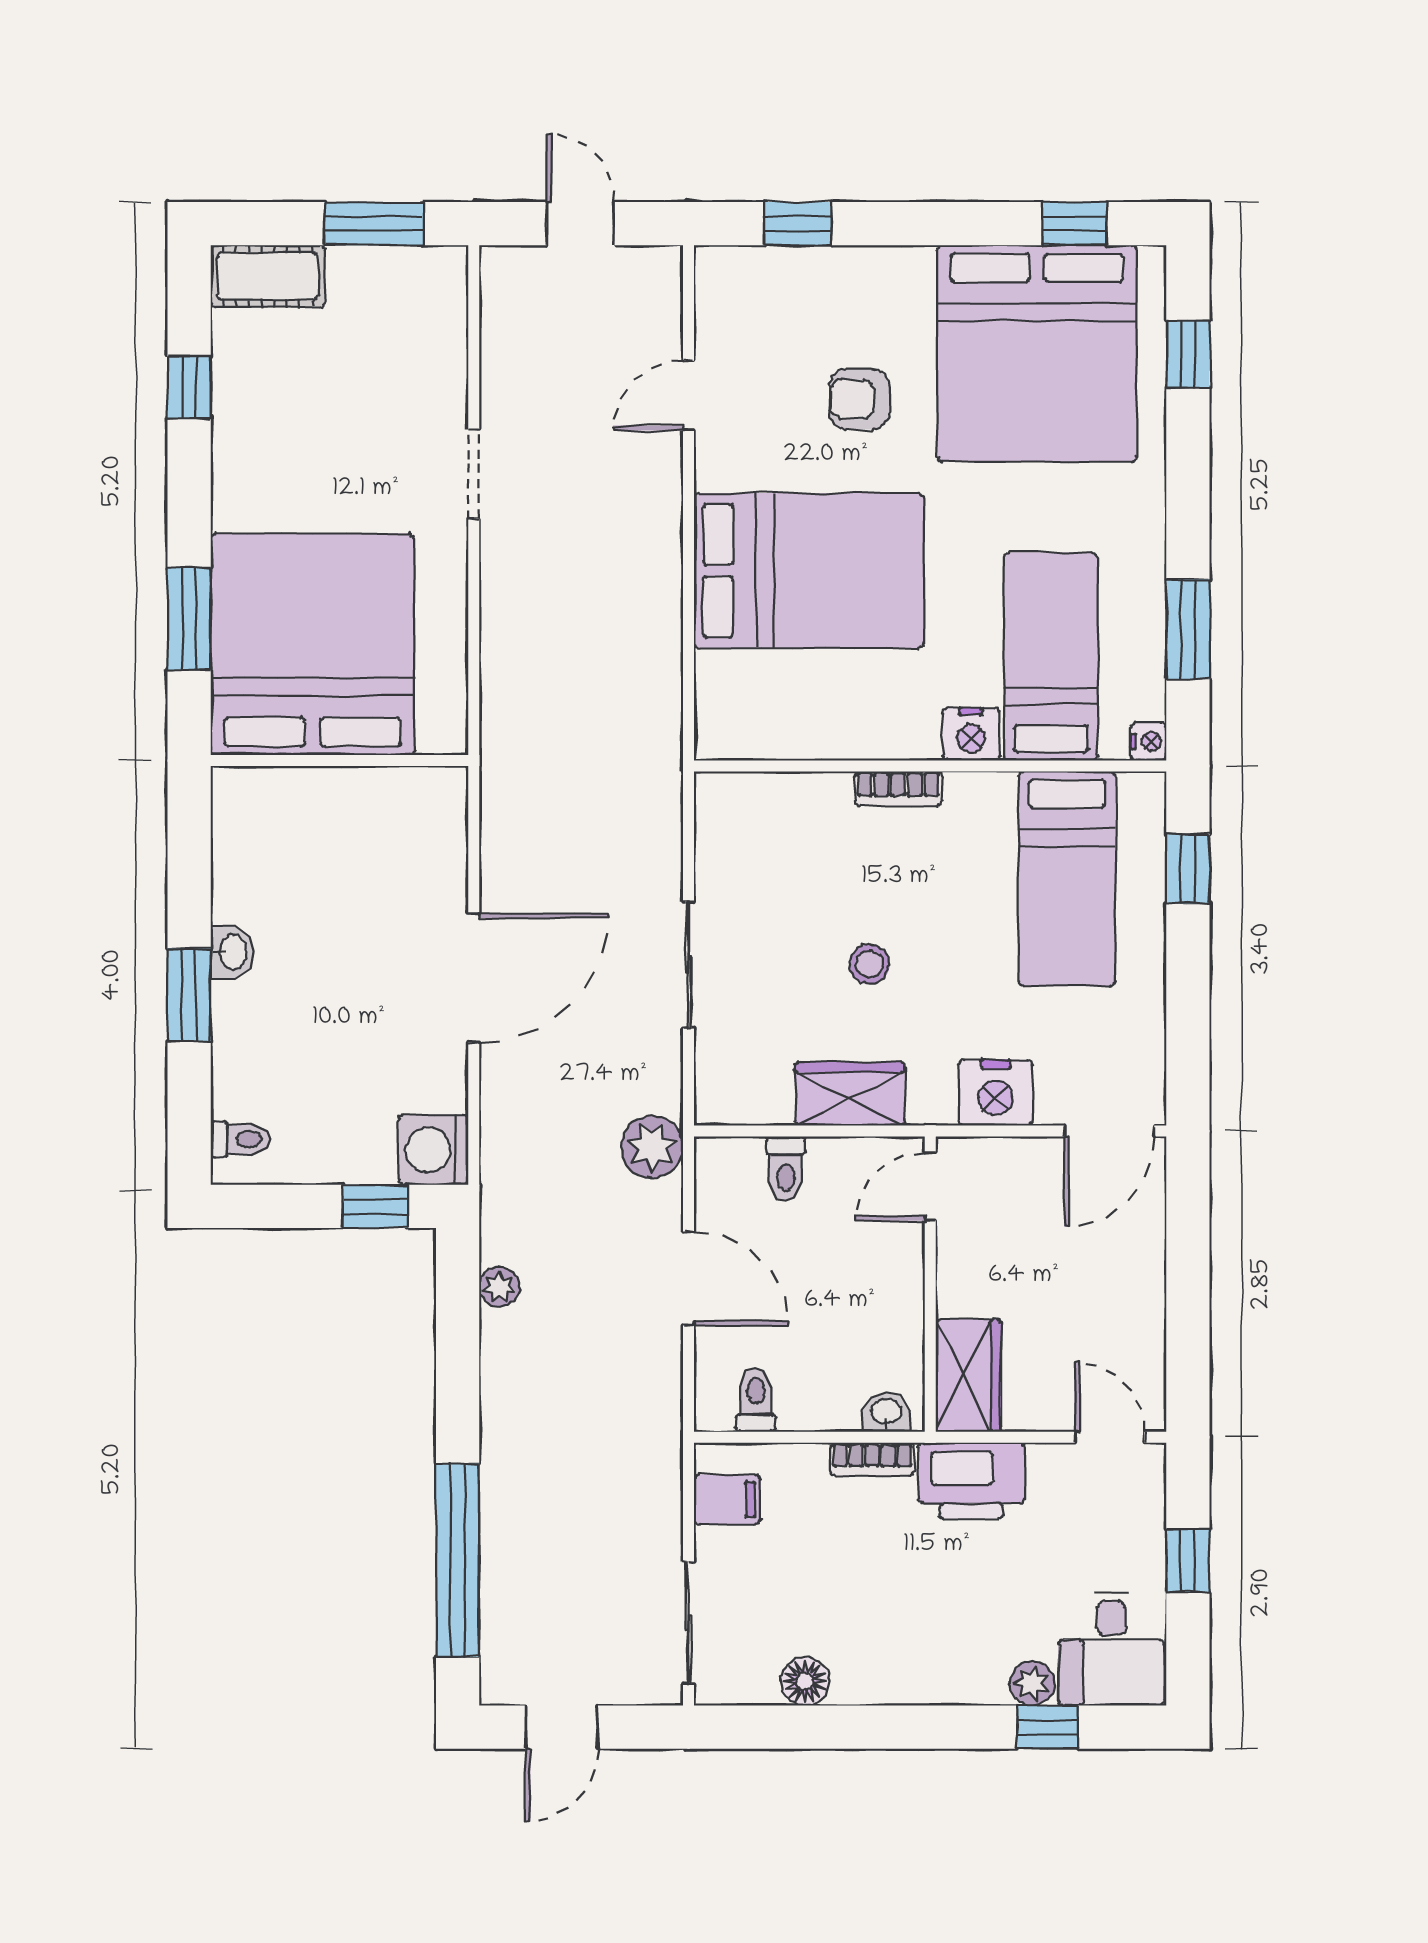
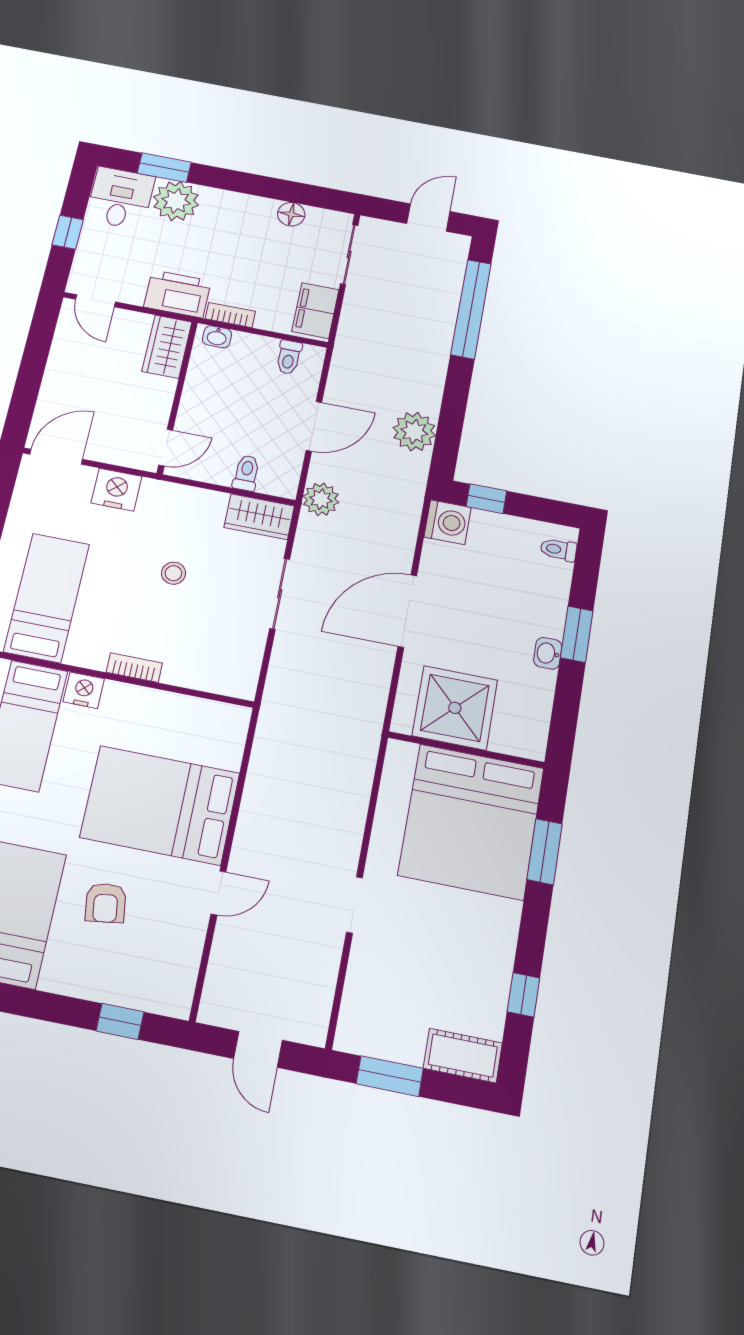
door: (689, 395) -> (218, 893), moved
armchair: (860, 399) -> (106, 903), turned 82
shower: (369, 827) -> (455, 708), added
wardrobe: (850, 1094) -> (259, 517), moved
door: (689, 1278) -> (314, 426), swing flipped
plant: (499, 1287) -> (414, 432), width x1.88, depth x1.88
filing cabinet: (727, 1500) -> (315, 311), width x2.00
plant: (1032, 1683) -> (176, 201), width x1.88, depth x1.88
window: (1048, 1727) -> (164, 168), width x1.50

